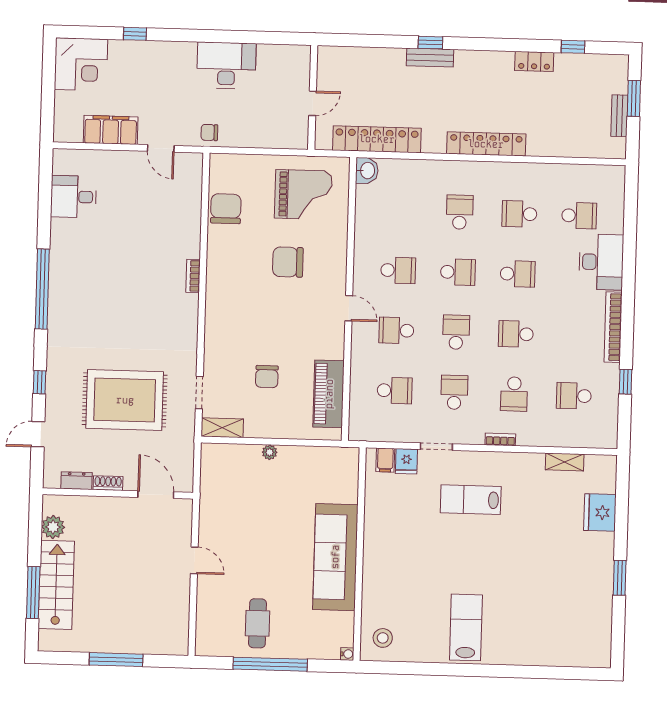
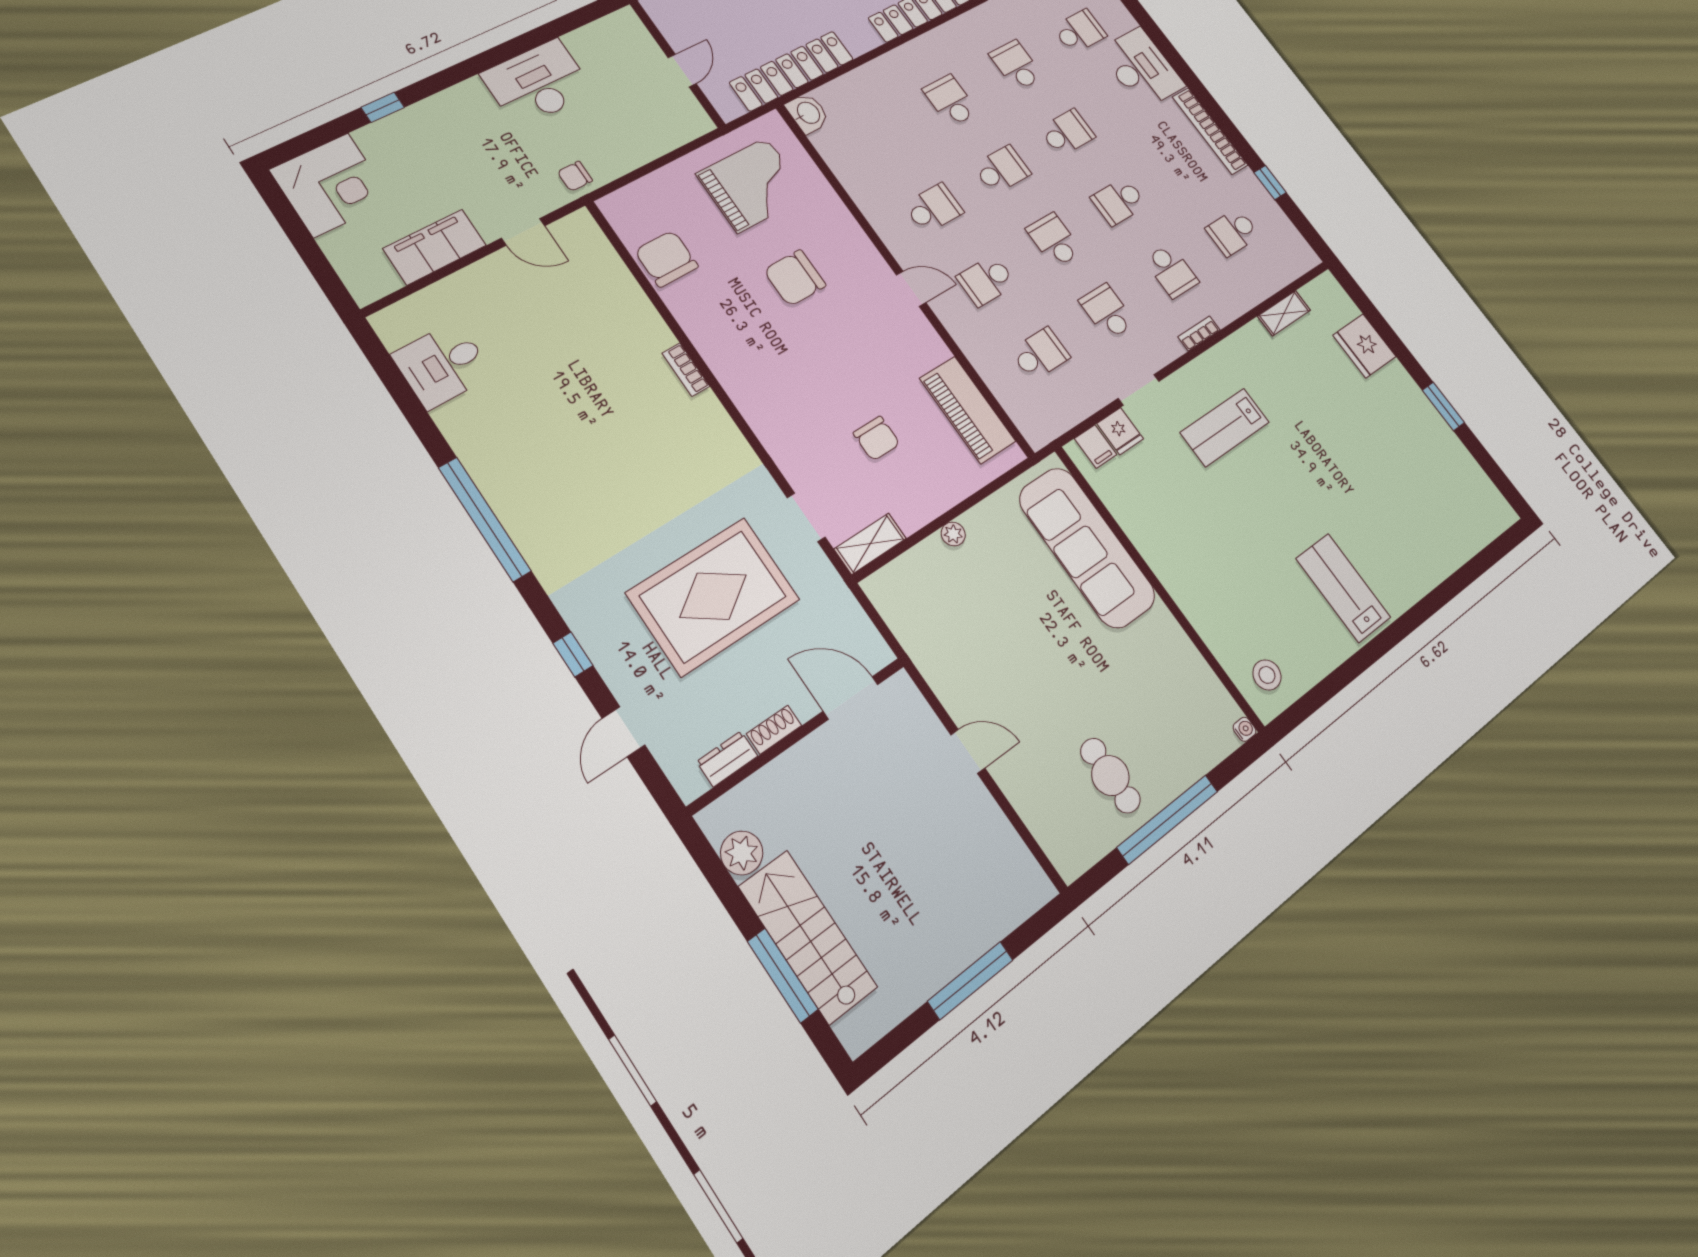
school desk: (519, 214) -> (1016, 65), turned 90
sofa: (335, 557) -> (1087, 547), moved

